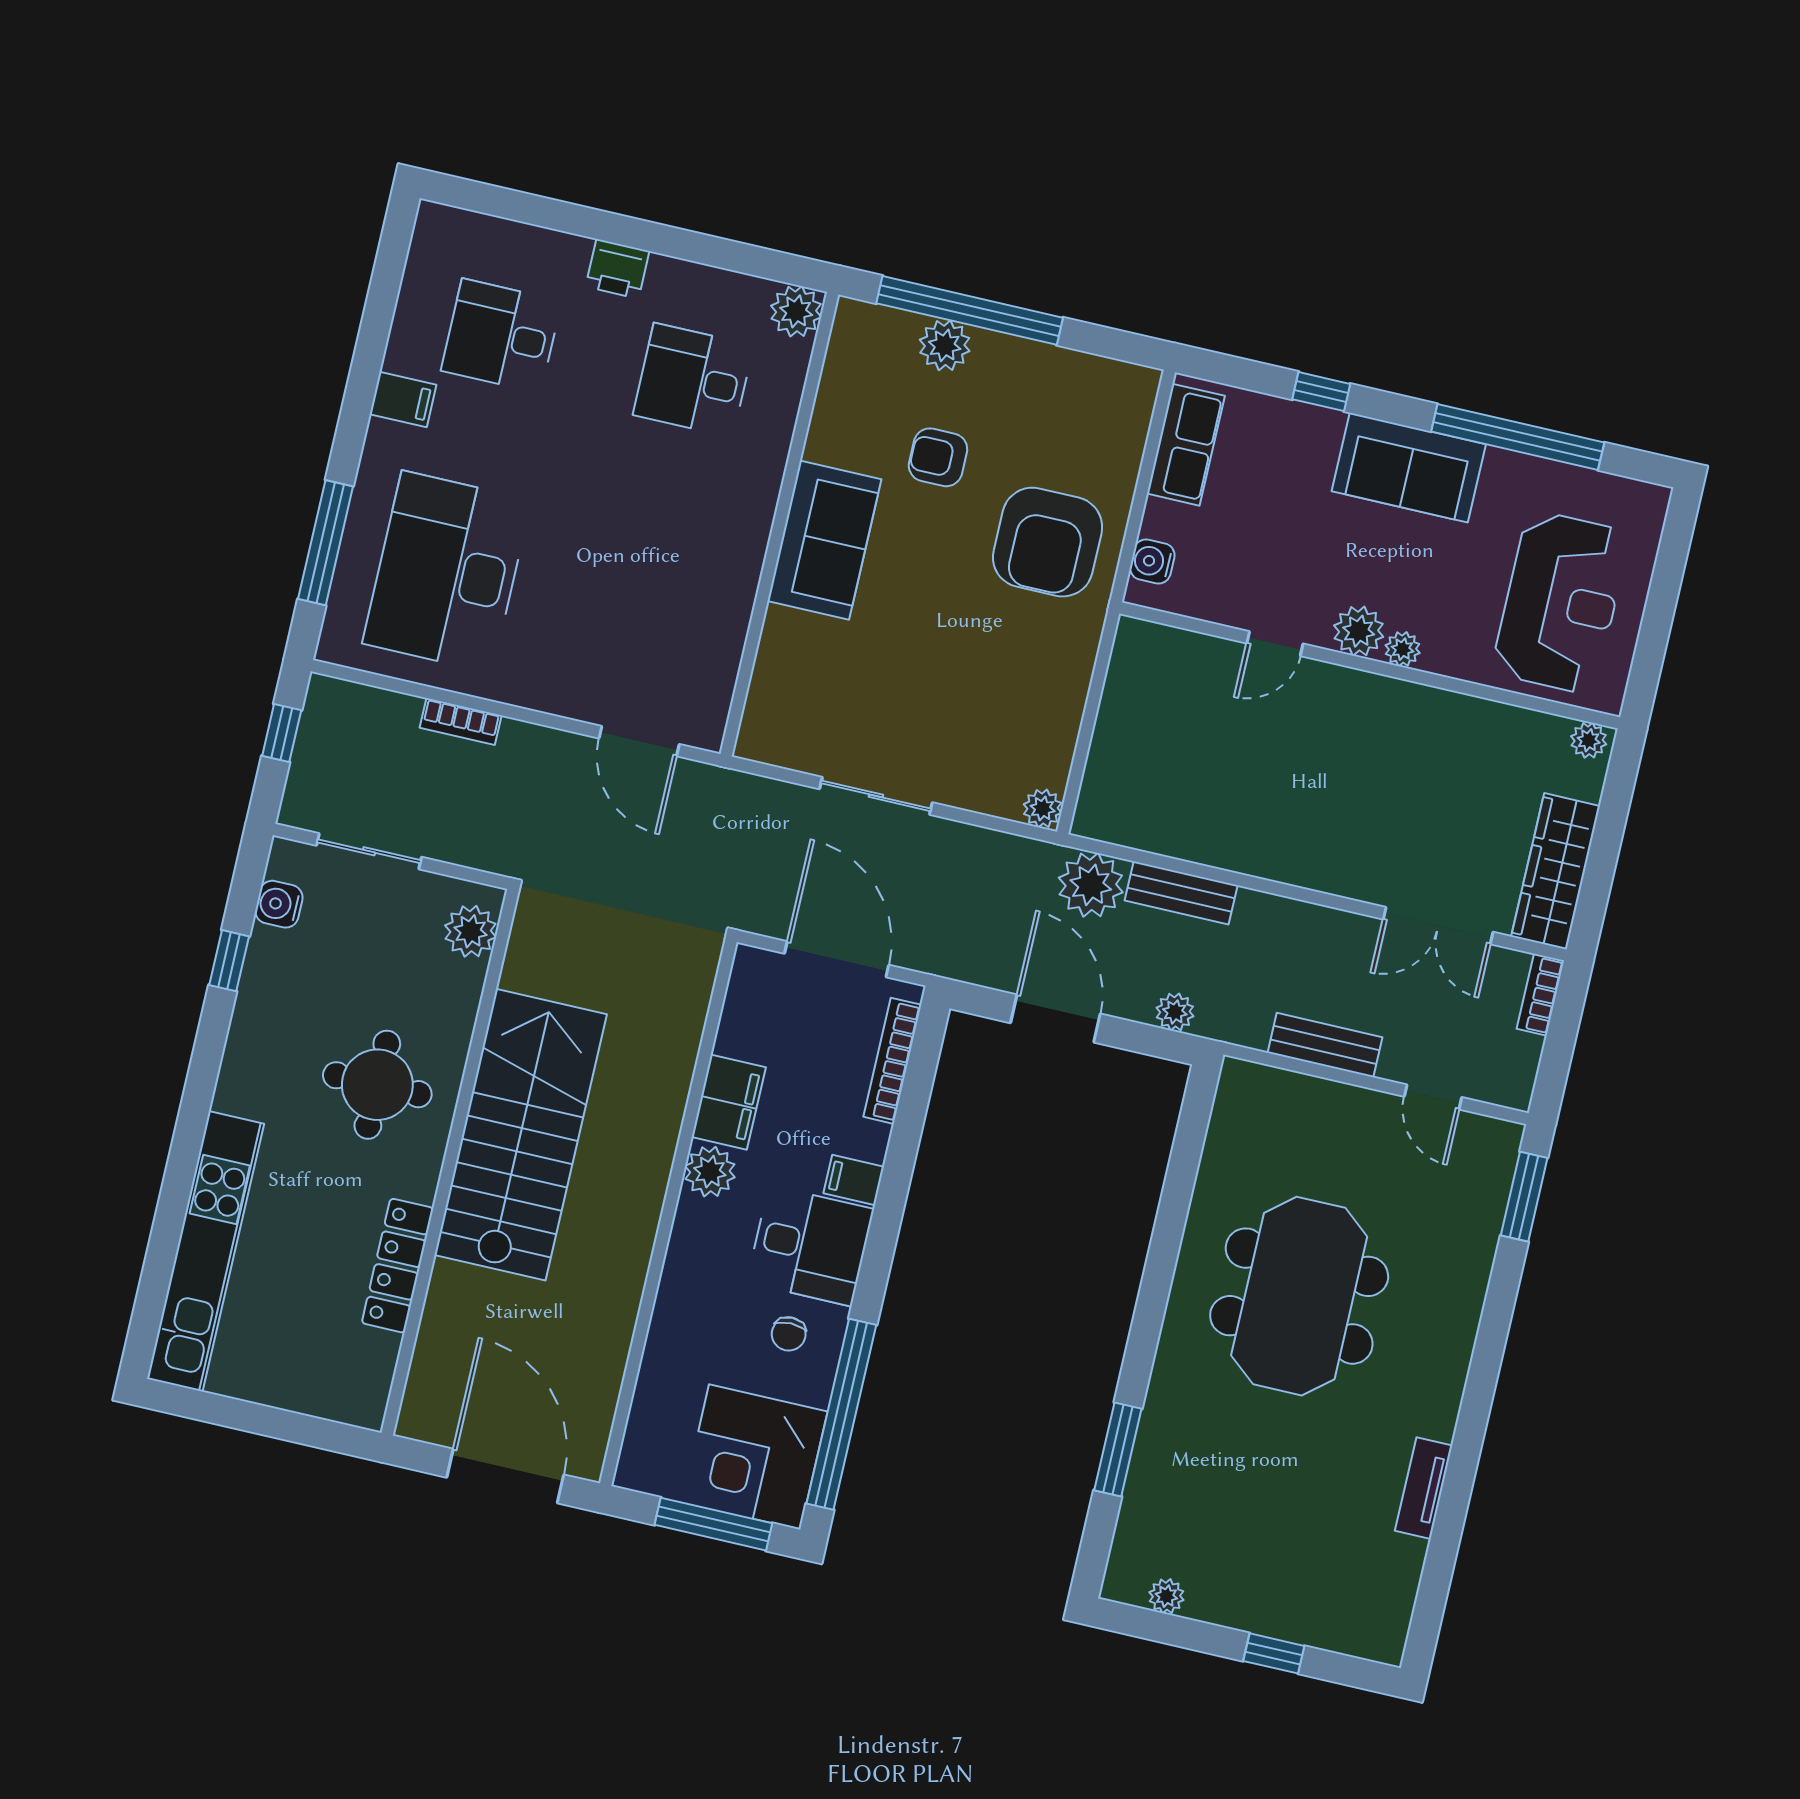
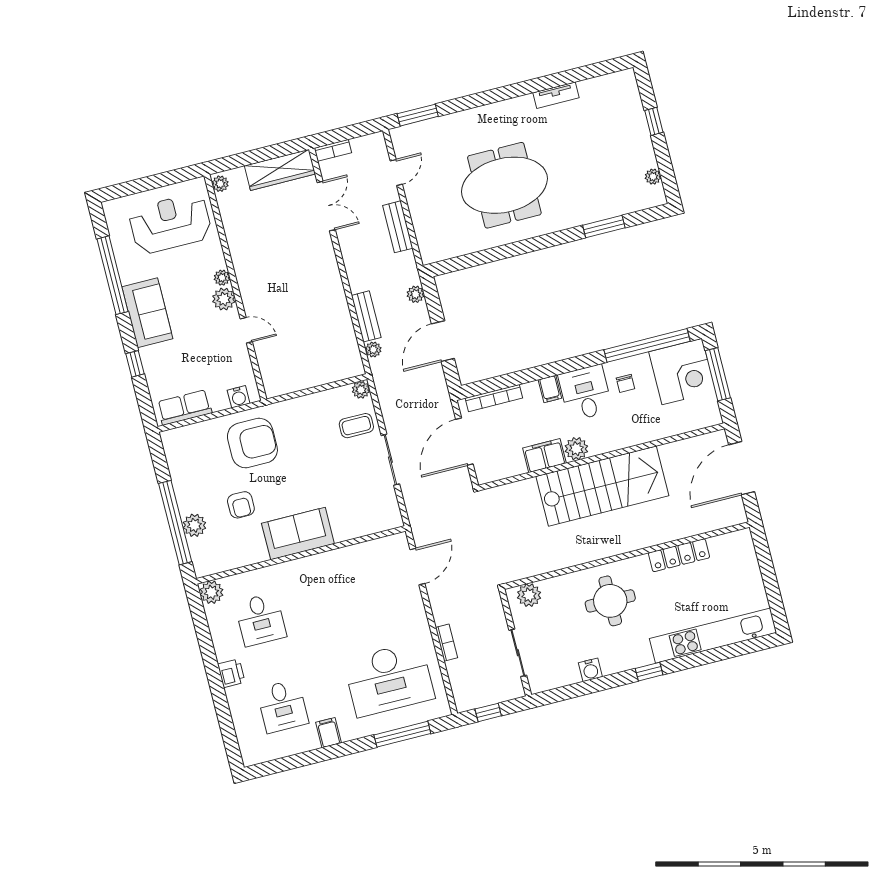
coffee table: (977, 764) -> (356, 426), added
plant: (1091, 885) -> (373, 349), width x0.53, depth x0.53
water cooler: (279, 904) -> (590, 670), moved
window: (229, 961) -> (649, 672), moved
stairs: (521, 1135) -> (602, 486), moved, turned 180
chair: (789, 1334) -> (625, 383), turned 90

